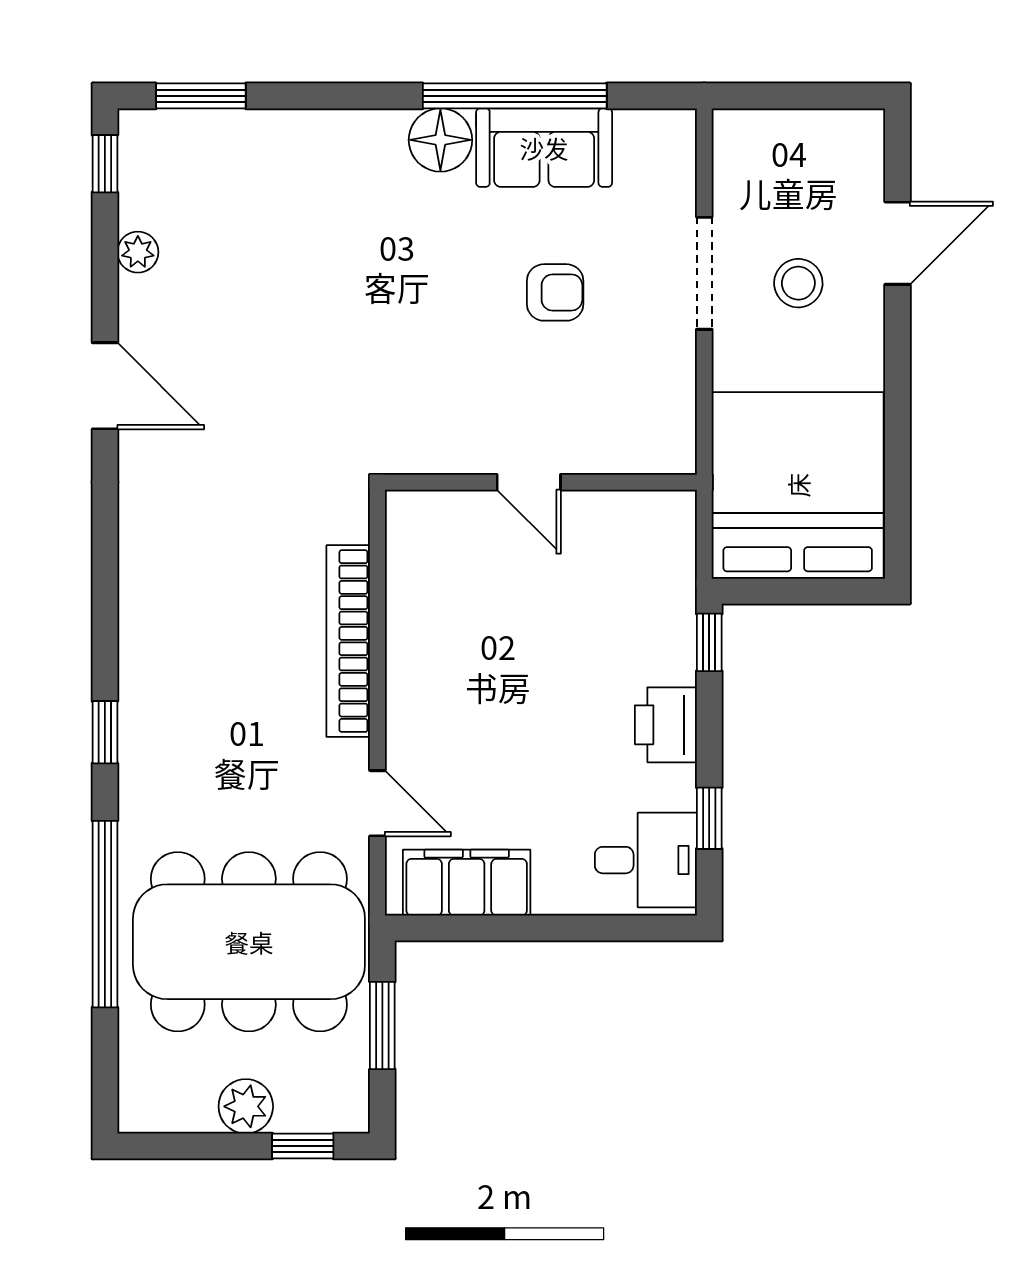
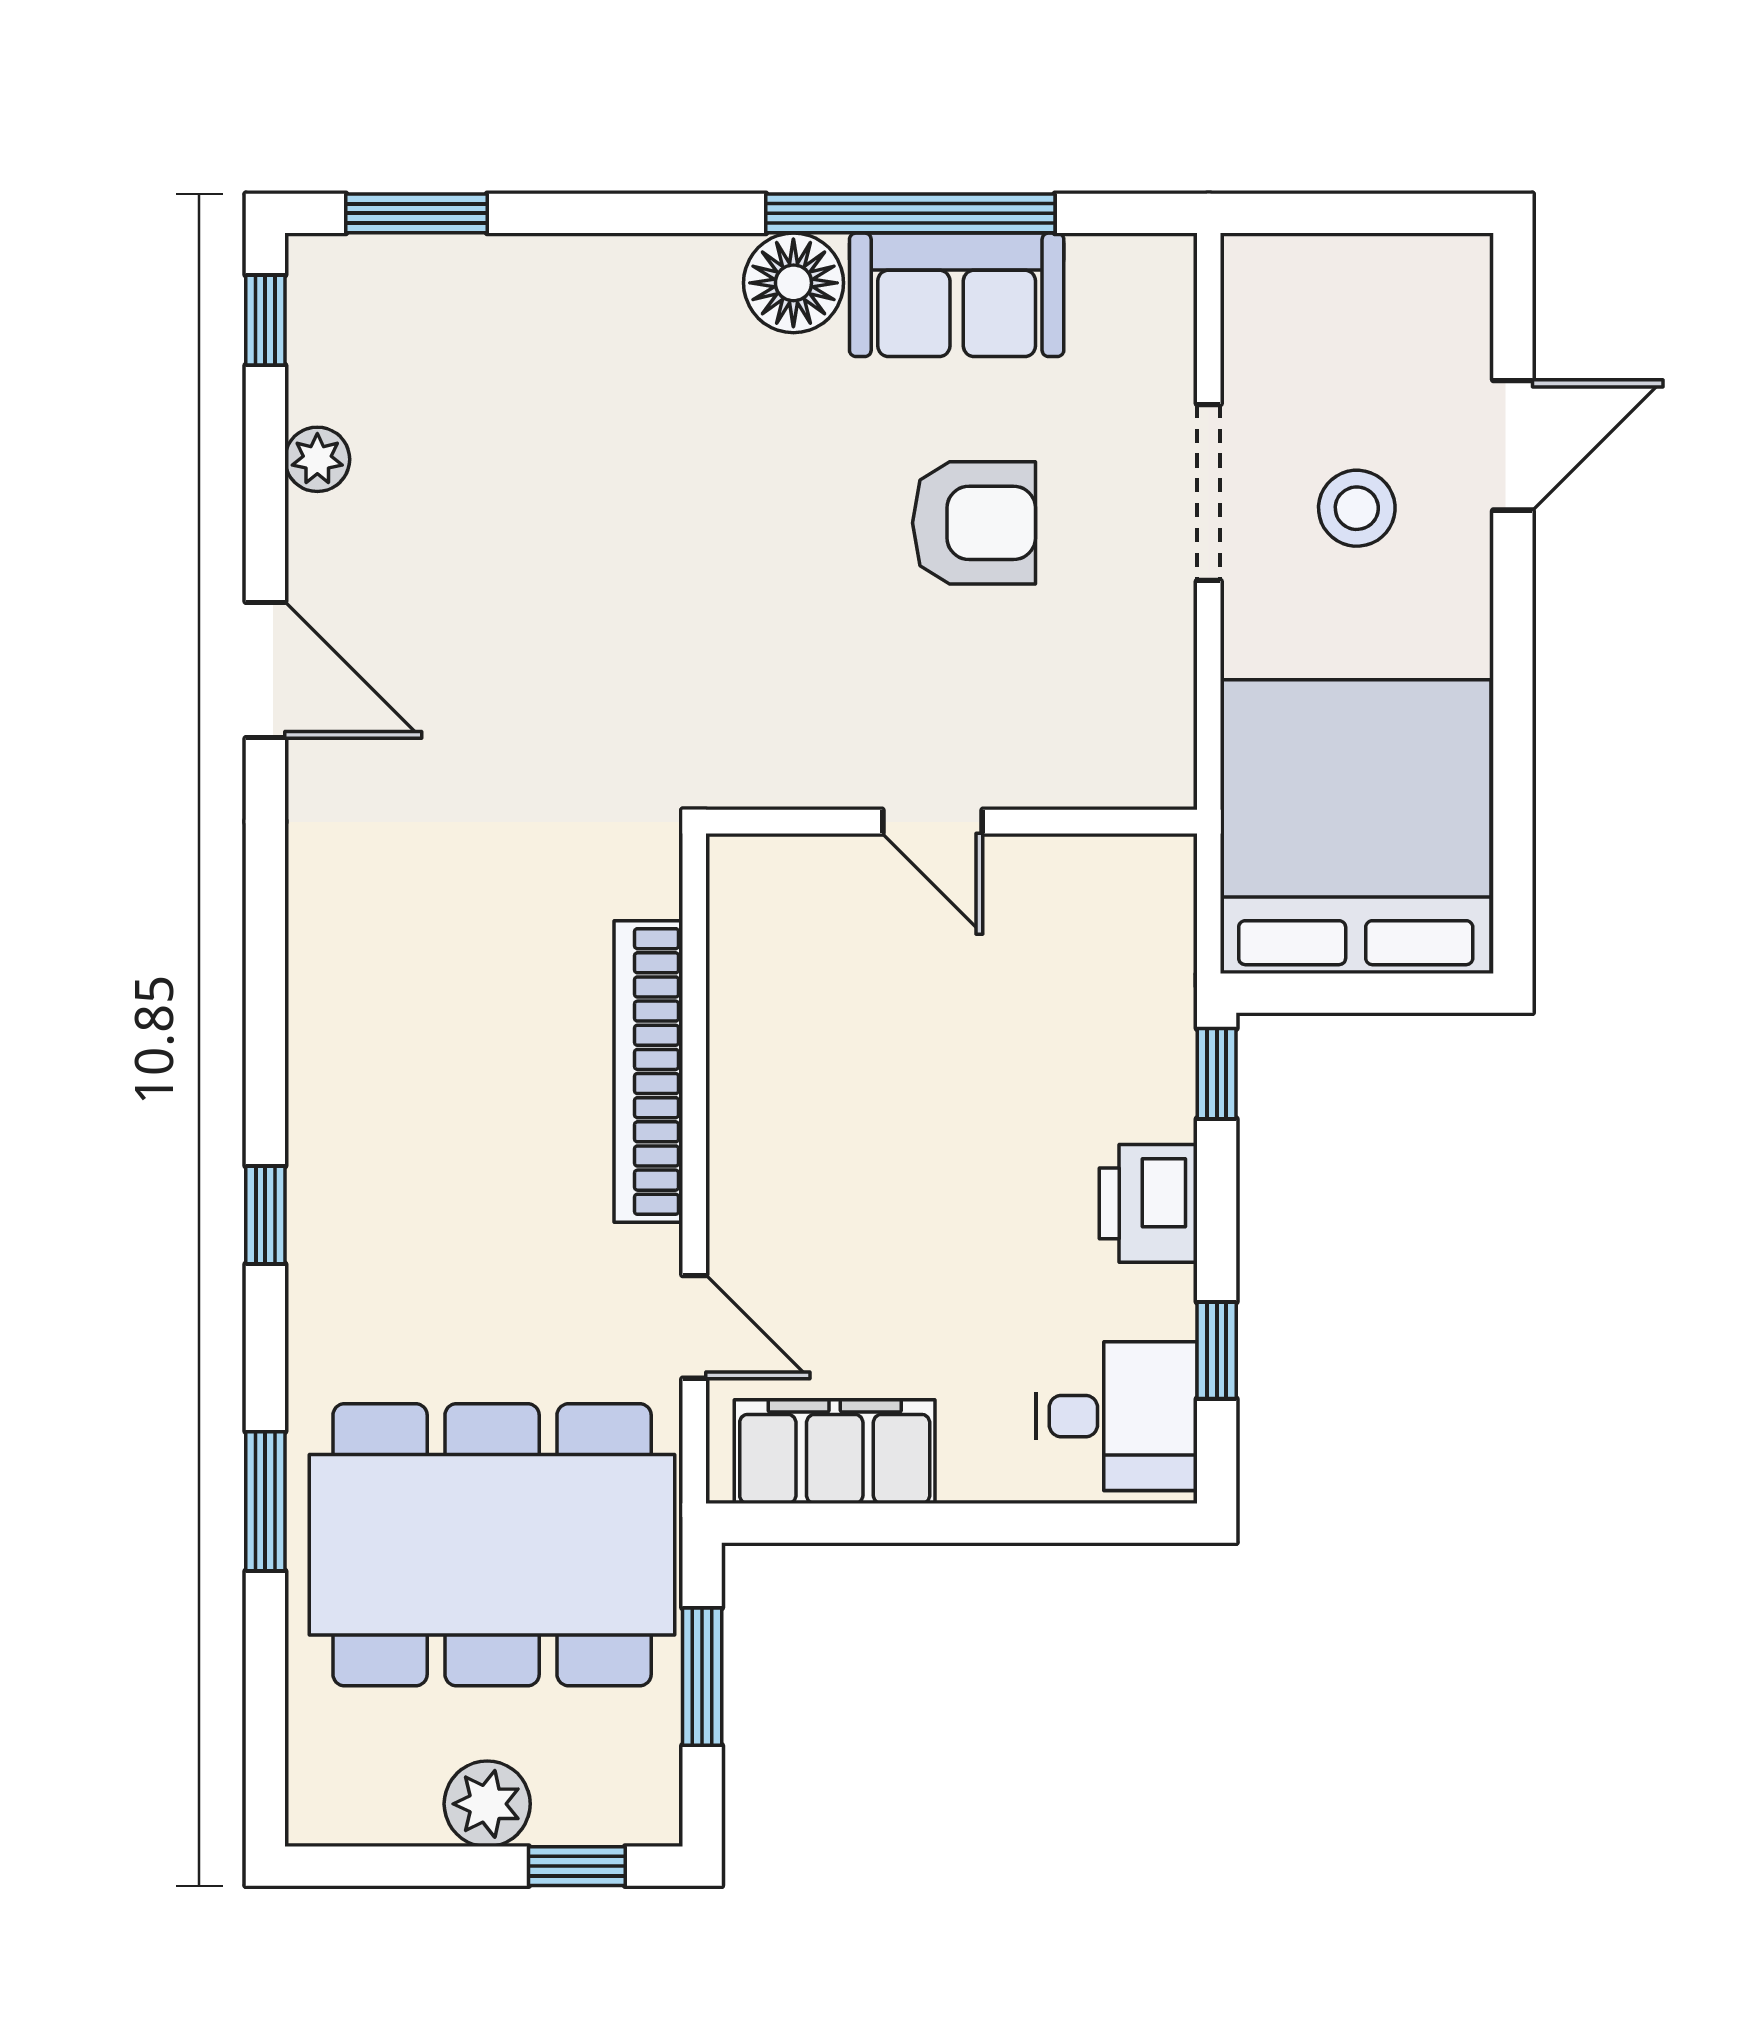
armchair: (555, 292) -> (974, 523), width x1.38, depth x1.38
window: (105, 914) -> (265, 1501), width x0.47

